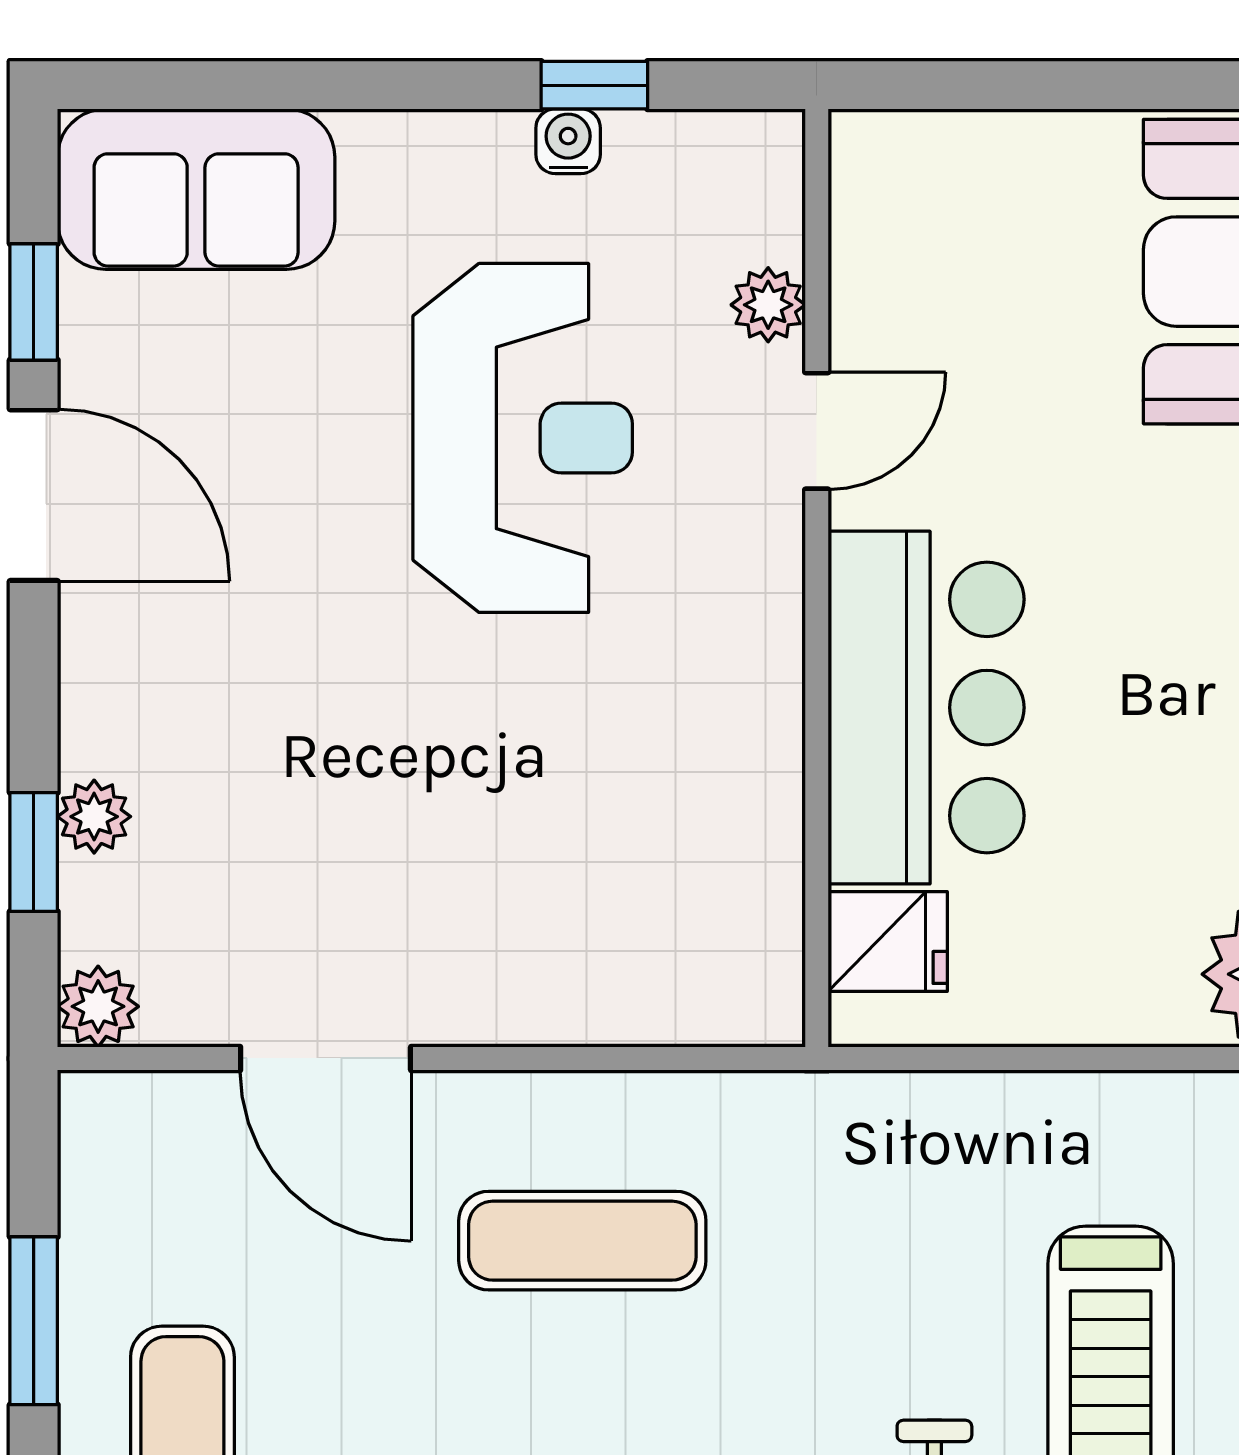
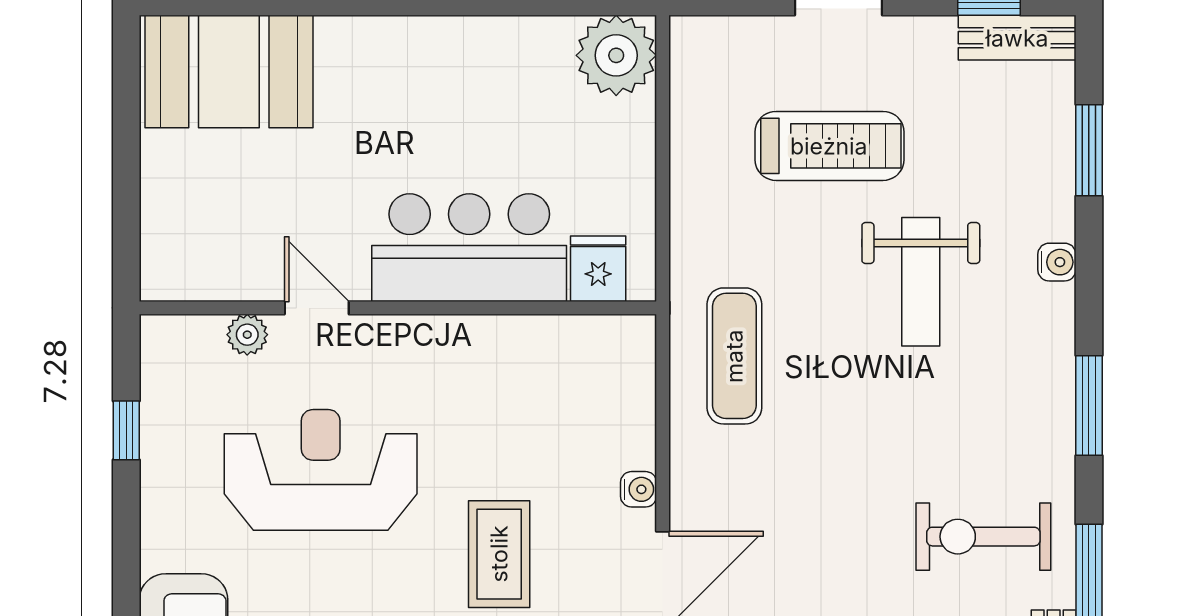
water cooler: (568, 141) -> (639, 489), moved, turned 180
coffee table: (370, 762) -> (499, 554), added
exercise mat: (582, 1241) -> (734, 356), moved

